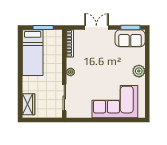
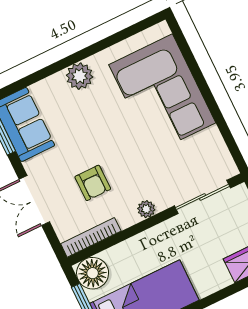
floor lamp: (55, 37) -> (93, 273), added
armchair: (92, 55) -> (93, 183), added

